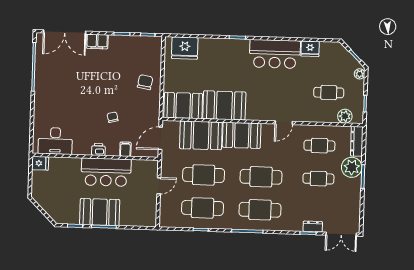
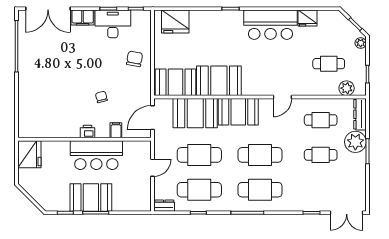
desk: (55, 141) -> (113, 24), moved, turned 180
fridge: (40, 163) -> (29, 154), width x1.88, depth x1.34
dresser: (313, 227) -> (164, 206), moved

